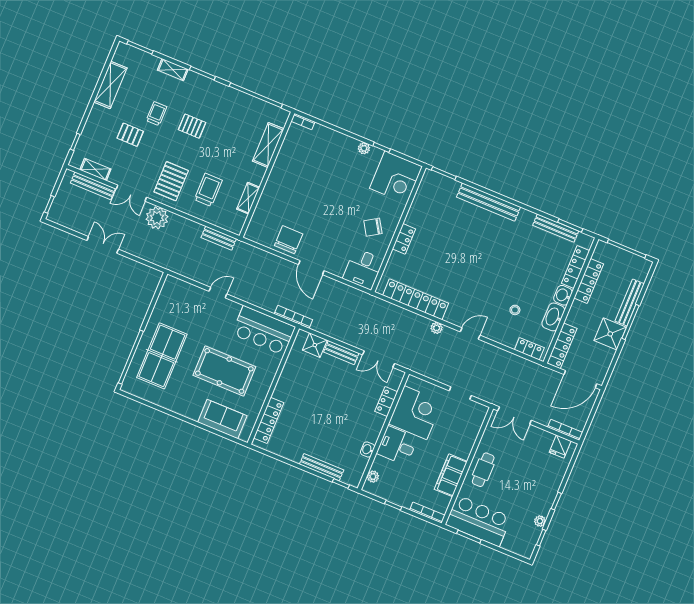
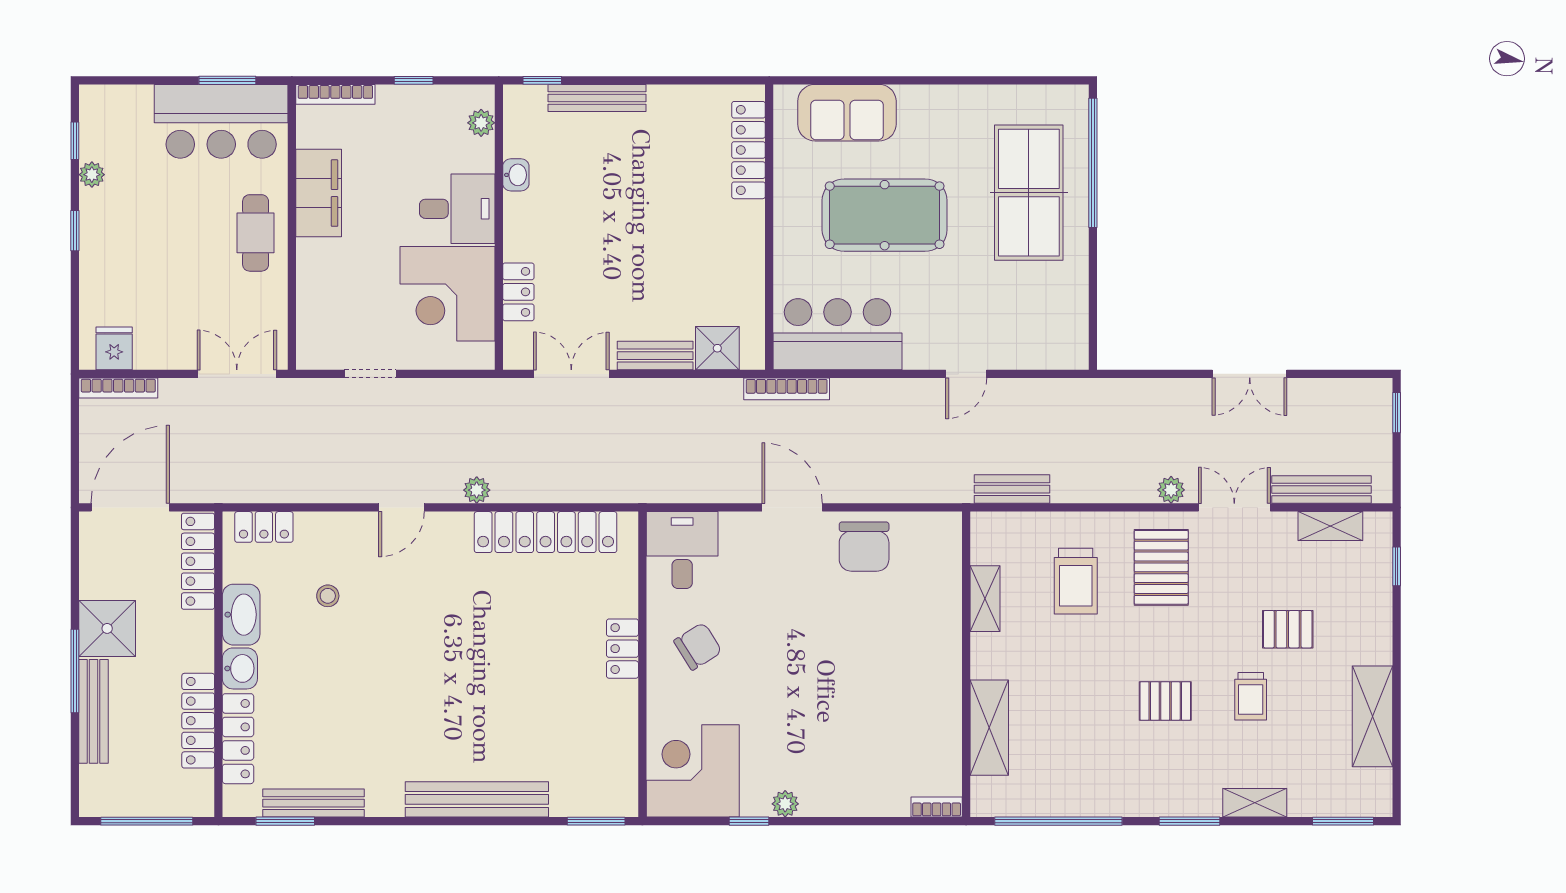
plant: (157, 218) -> (1171, 490), width x0.53, depth x0.53

